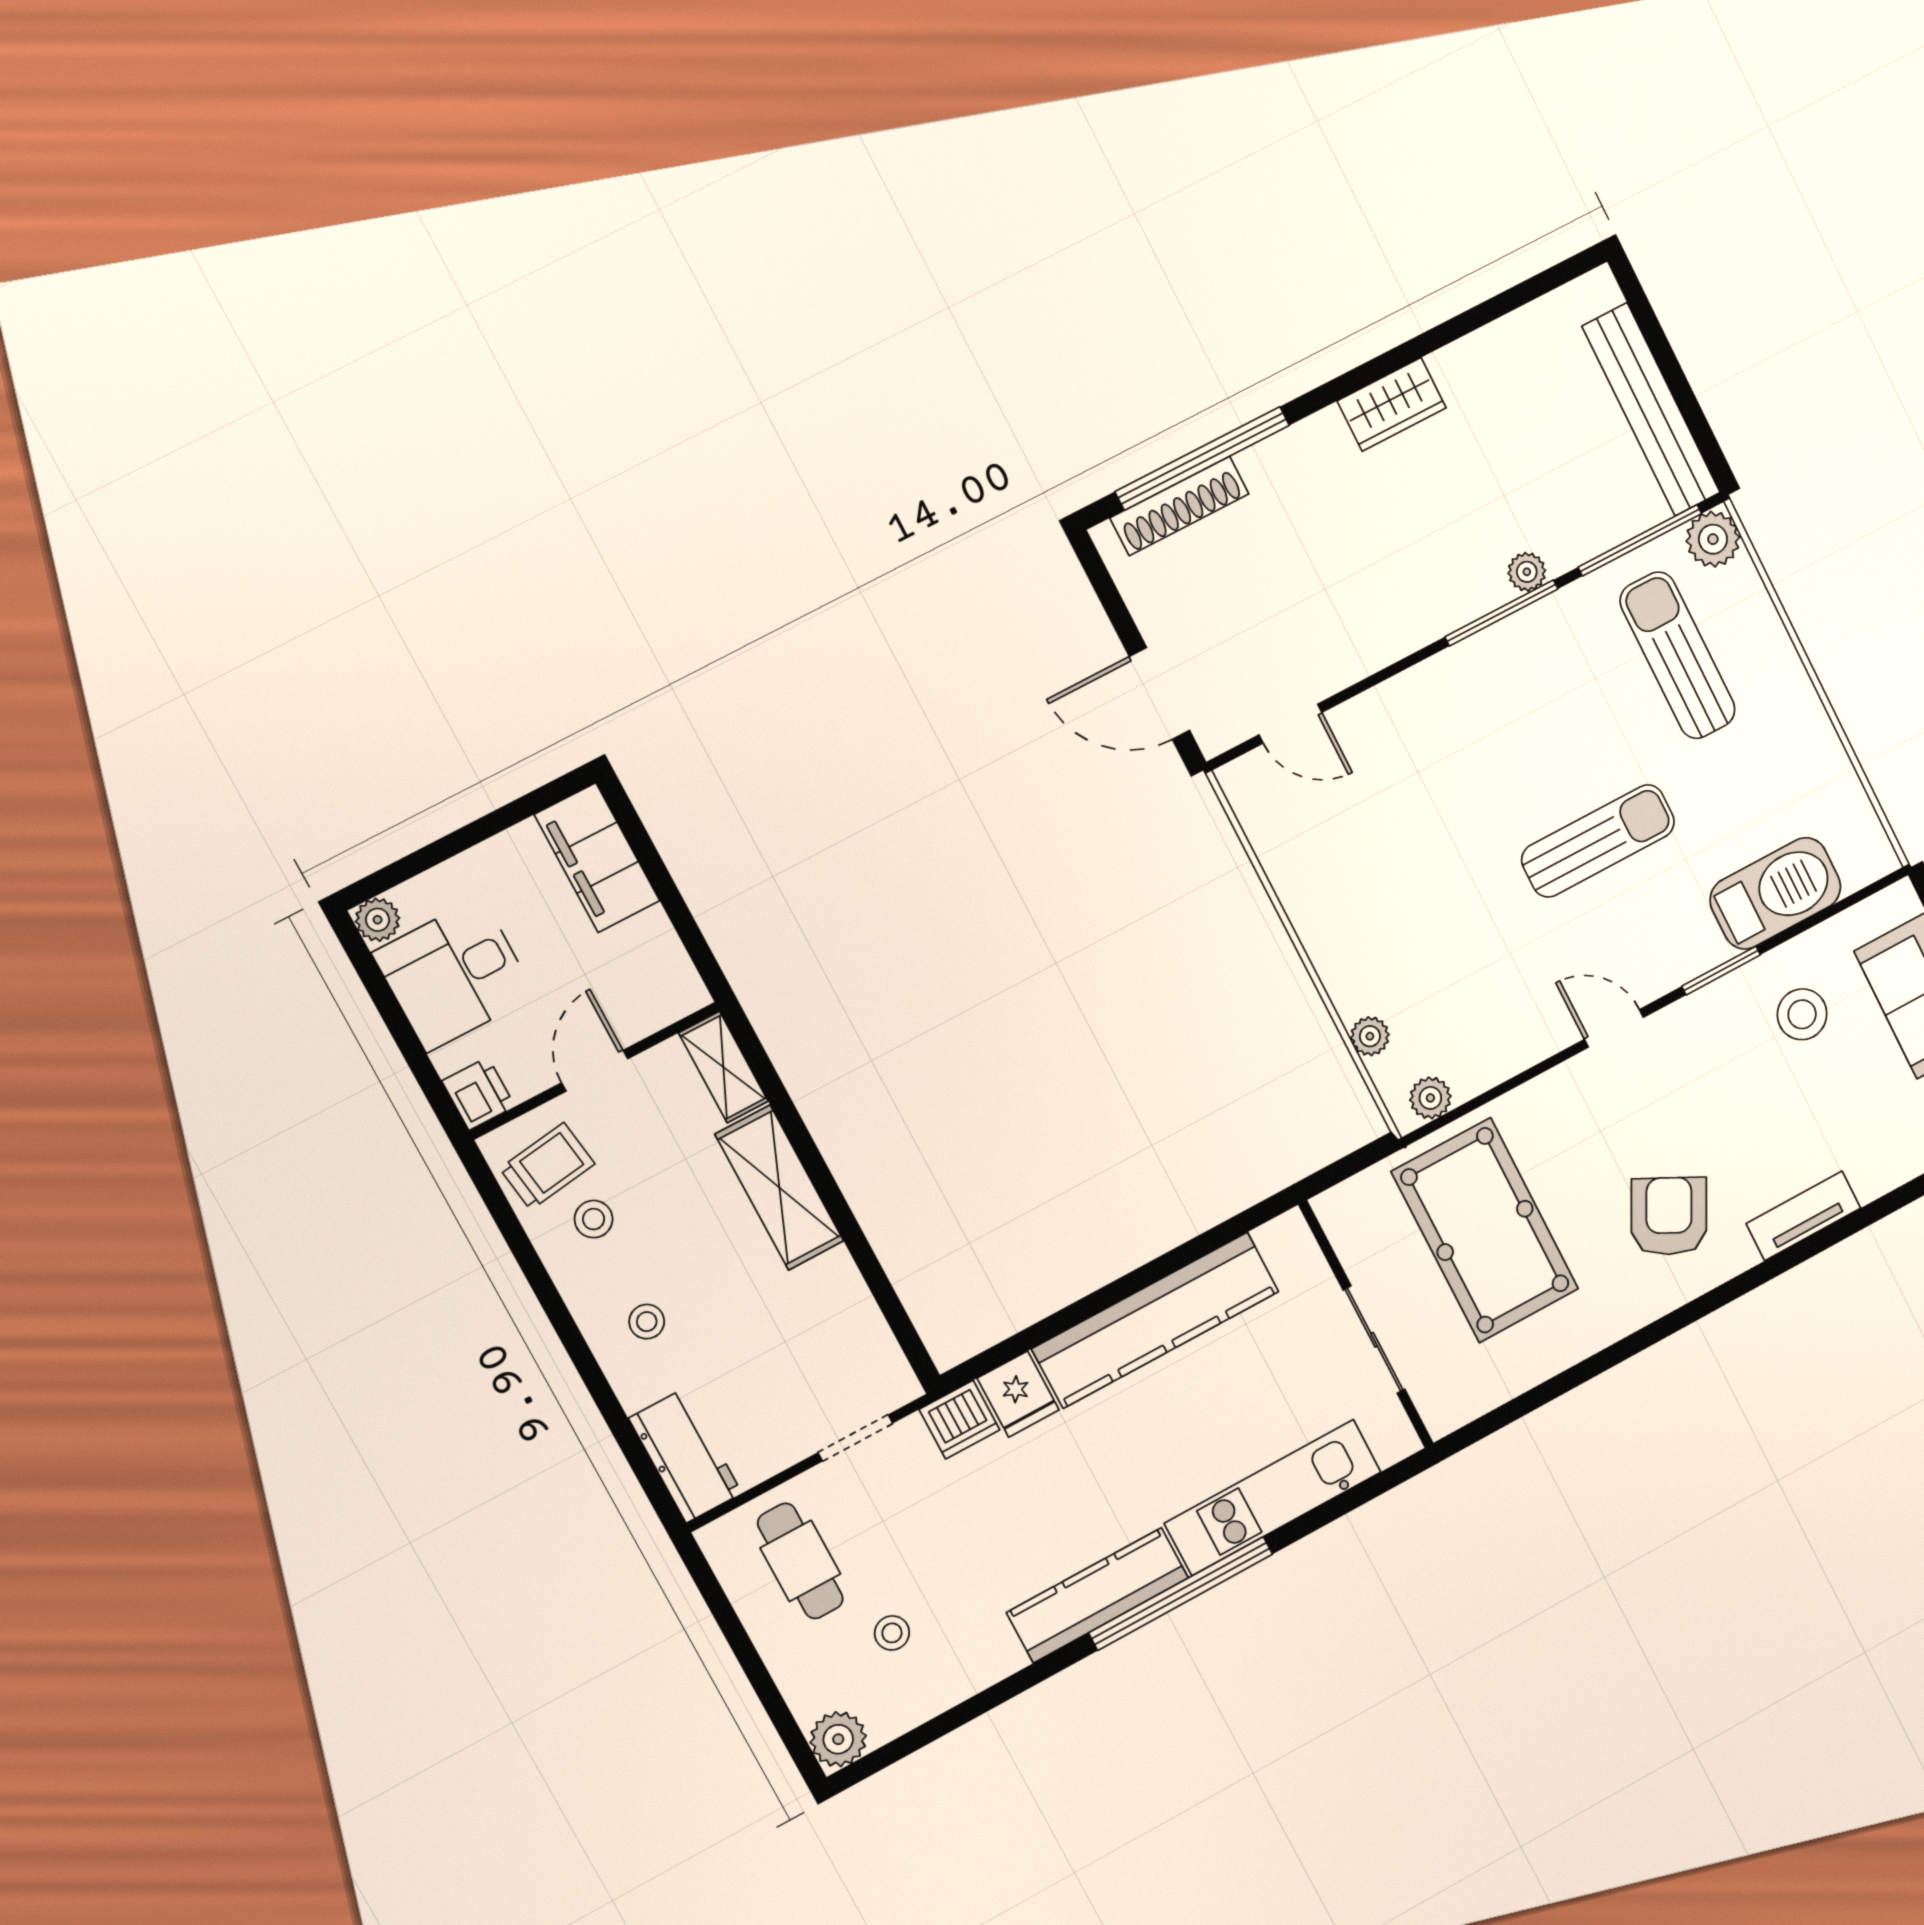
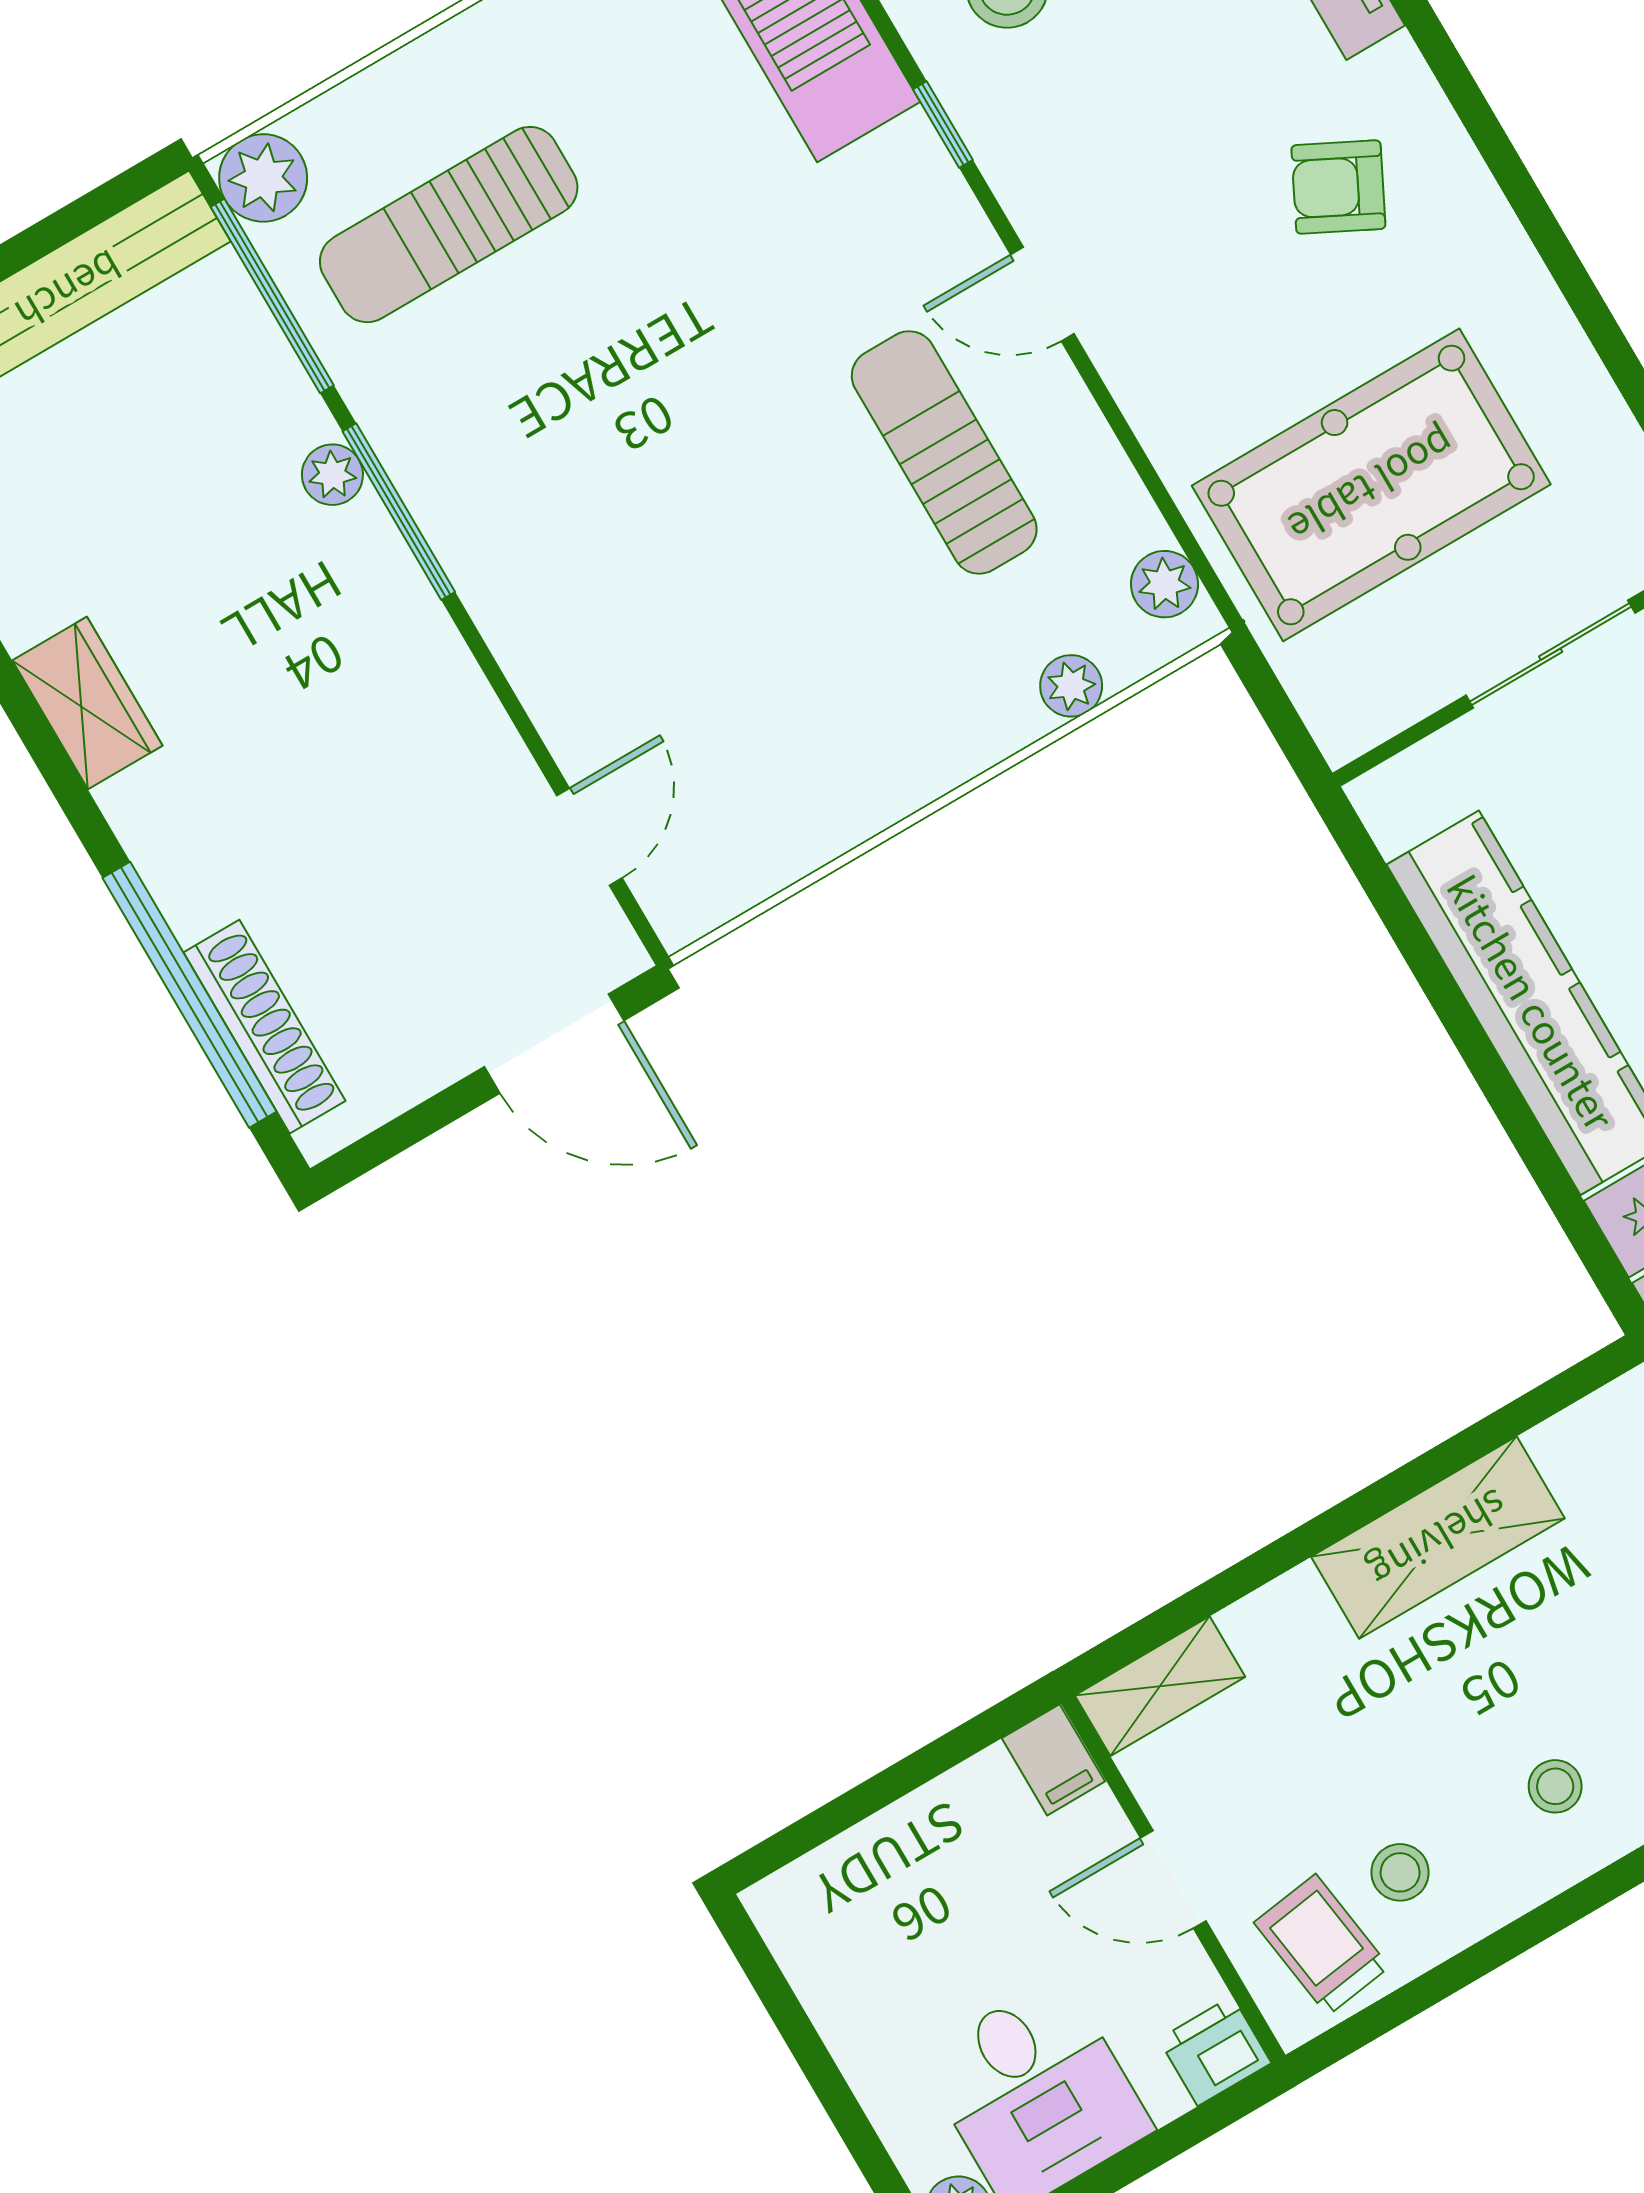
door: (1160, 693) -> (554, 1044), hinge flipped
sun lounger: (1598, 841) -> (944, 452), moved
filing cabinet: (597, 858) -> (1053, 1760), moved, width x0.33, depth x0.86
window: (1721, 970) -> (943, 125), width x0.67
door: (1614, 1028) -> (1042, 294), hinge flipped
shelving: (779, 1188) -> (1438, 1538), moved
armchair: (1669, 1216) -> (1338, 187), width x0.72, depth x0.72

